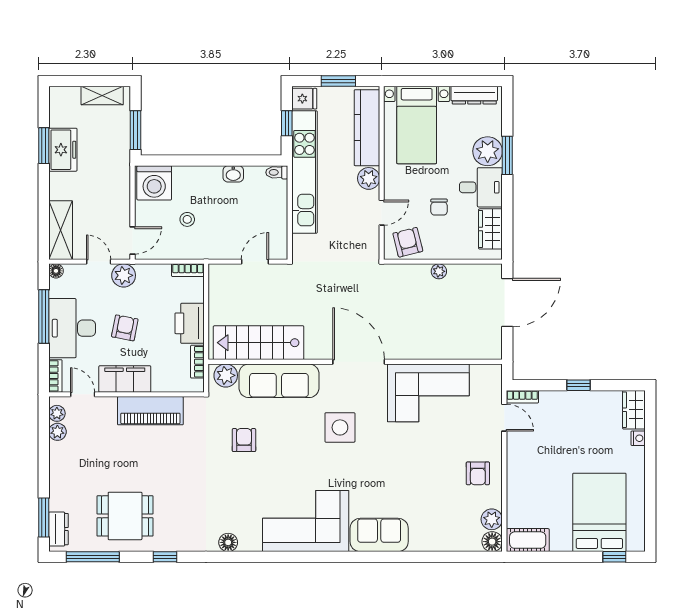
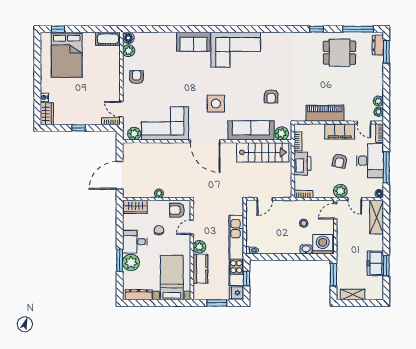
kitchen counter: (367, 128) -> (200, 269), width x0.67
washbasin: (233, 174) -> (306, 249), moved
wardrobe: (490, 229) -> (135, 207), moved, turned 90
armchair: (408, 242) -> (177, 210), turned 104
plant: (482, 375) -> (134, 134), added
floor lamp: (228, 542) -> (280, 37), removed

